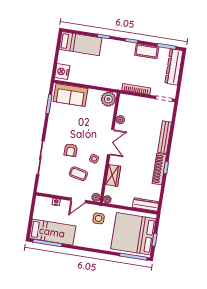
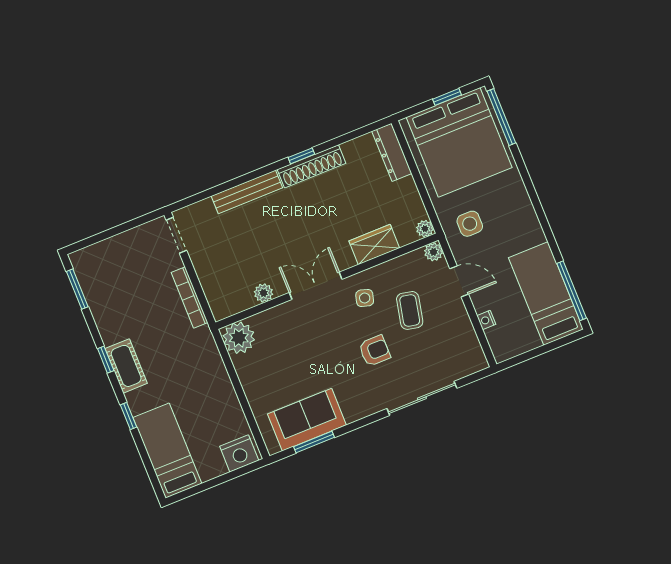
cot: (147, 51) -> (126, 366), moved
dresser: (174, 67) -> (107, 253), removed
sofa: (71, 95) -> (307, 420), moved, turned -90

